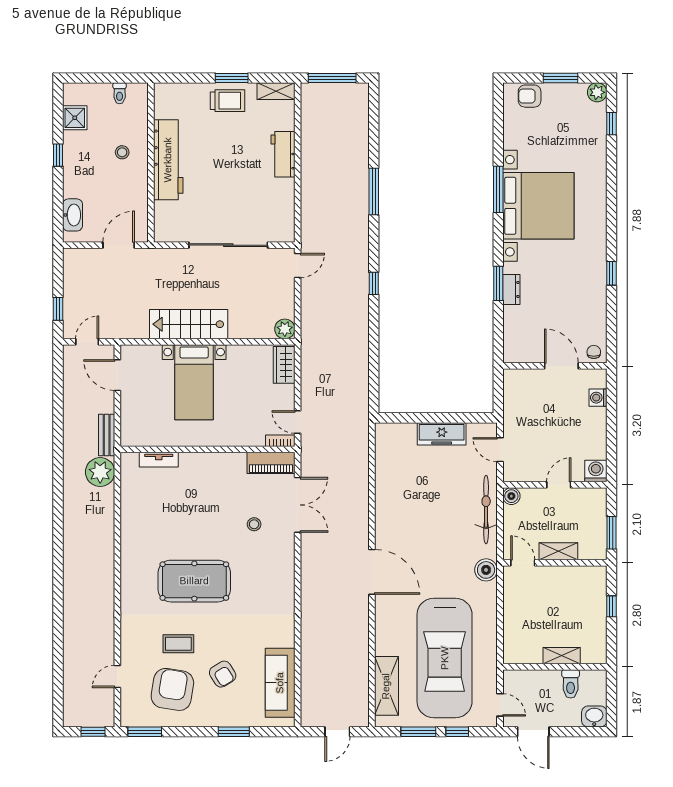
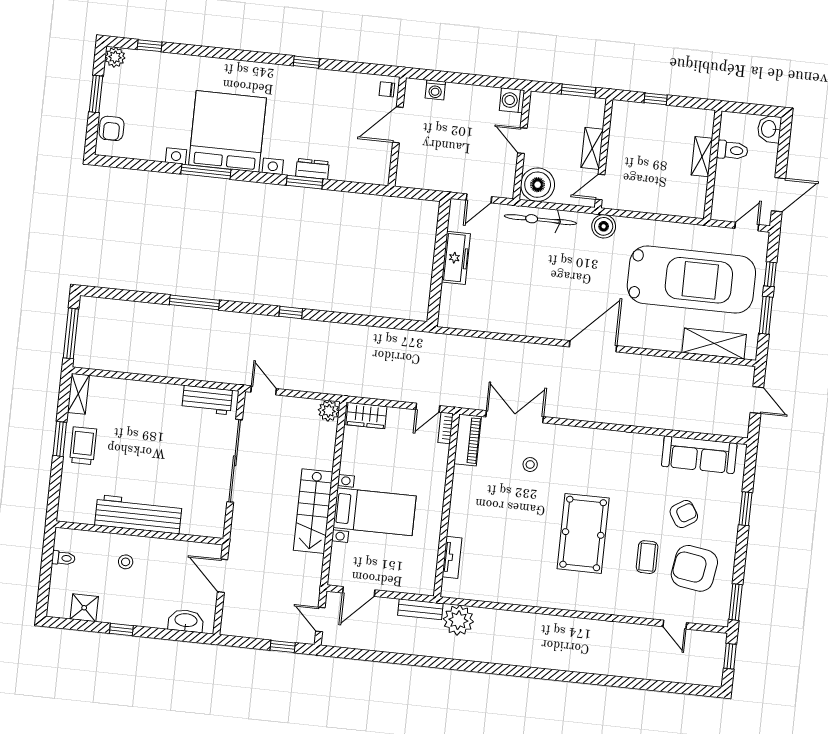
workbench: (283, 154) -> (207, 400), moved
boiler: (511, 496) -> (538, 185), width x1.86, depth x1.86

